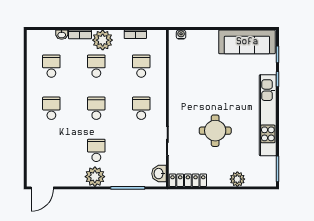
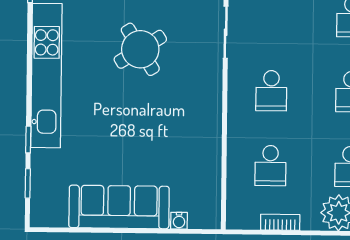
water cooler: (181, 35) -> (179, 221), moved
sofa: (247, 42) -> (119, 207), moved
round table: (215, 131) -> (140, 49), turned -32

